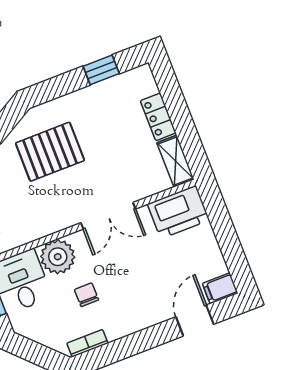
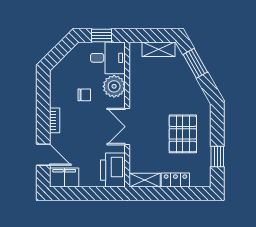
pallet: (50, 152) -> (183, 134), moved
filing cabinet: (220, 288) -> (64, 178), width x2.00
bookcase: (87, 343) -> (55, 120), moved

